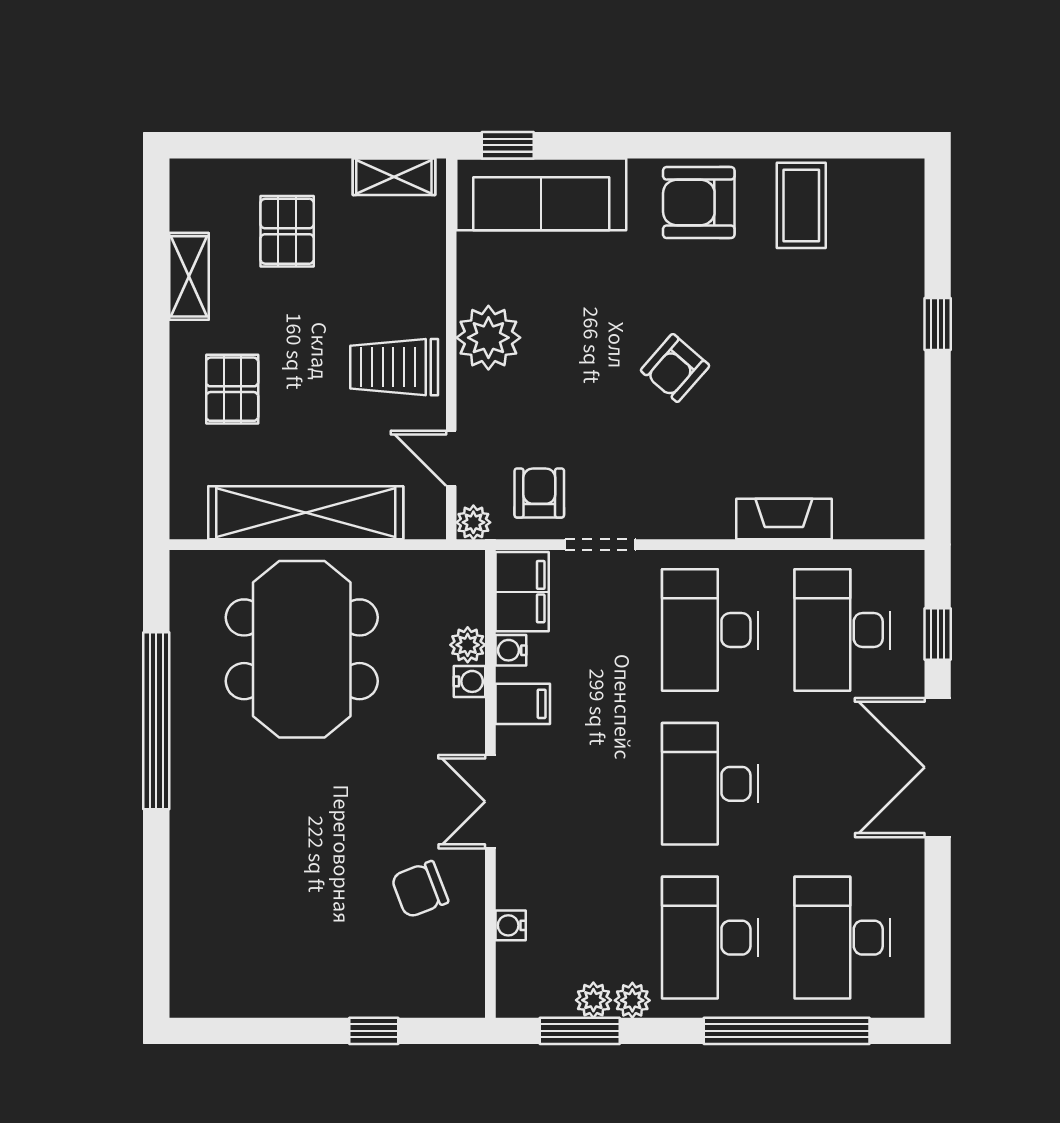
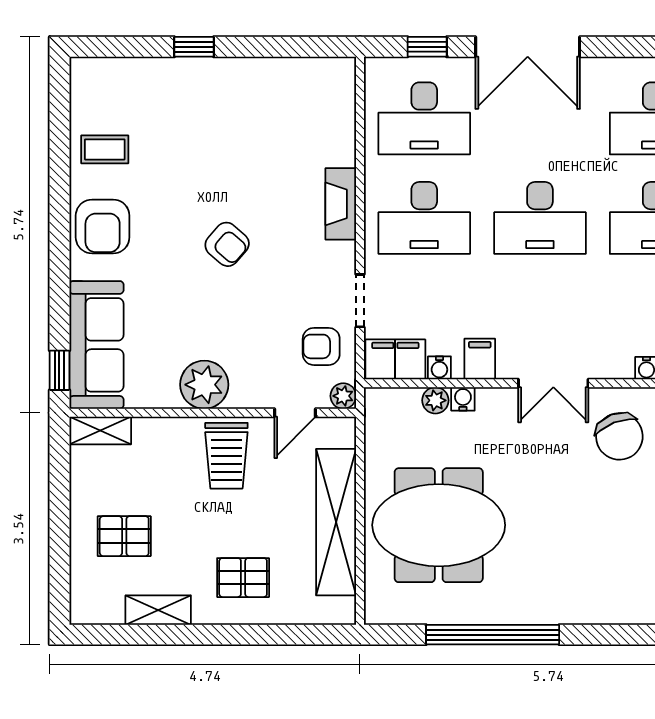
shelving: (394, 177) -> (100, 431), moved, turned 90
coffee table: (801, 205) -> (105, 149), width x0.73, depth x0.77
fireplace: (784, 519) -> (341, 204), moved
chair: (420, 889) -> (619, 436), width x1.37, depth x1.37

